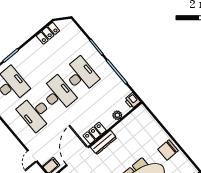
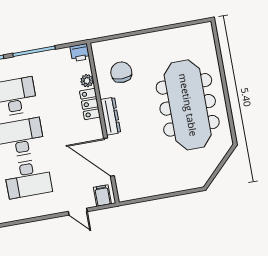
locker: (95, 133) -> (90, 104), moved
chair: (168, 150) -> (121, 72), moved, turned 180

